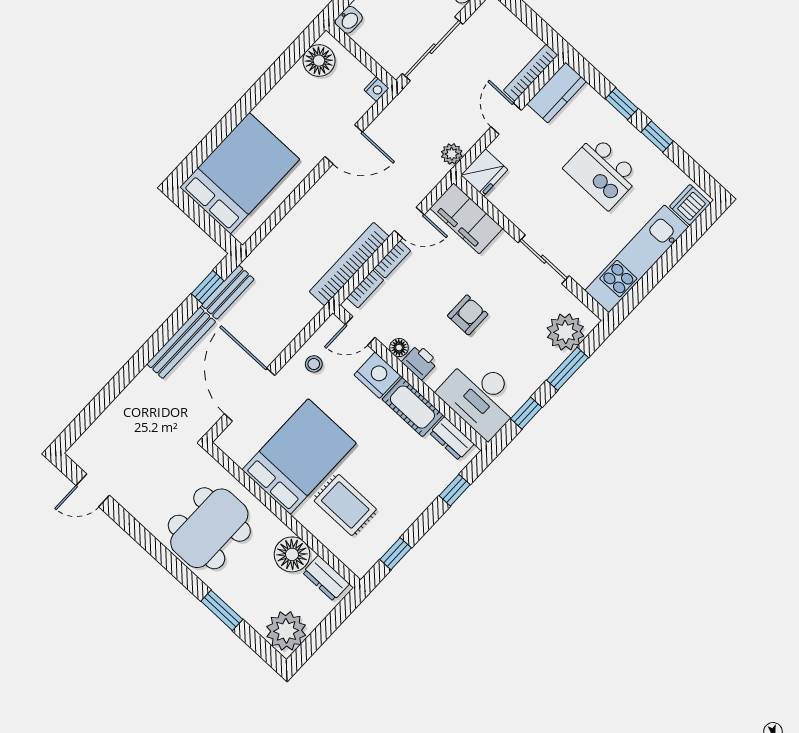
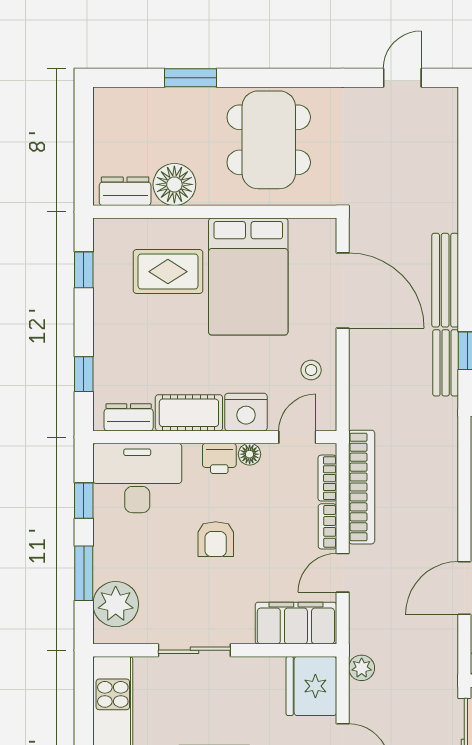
fridge: (484, 172) -> (311, 686), width x1.36, depth x1.34
plant: (286, 631) -> (117, 112), removed

